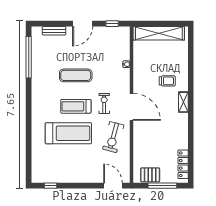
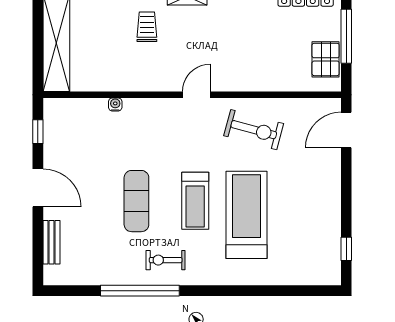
window: (29, 57) -> (140, 291), moved
exercise bike: (104, 103) -> (166, 260), moved
door: (132, 107) -> (196, 95), width x0.53

